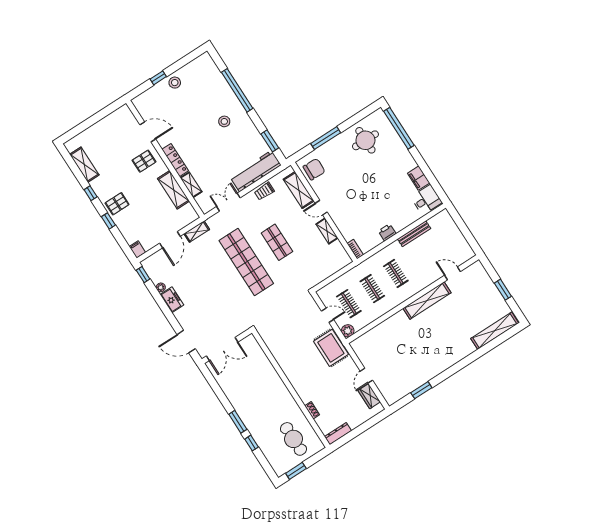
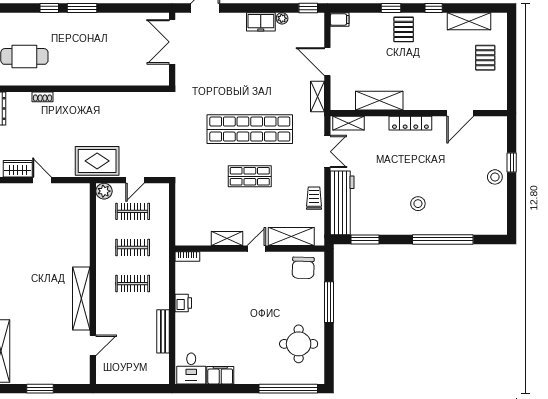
pallet: (144, 161) -> (485, 58), moved
shelving: (191, 185) -> (349, 123), moved

